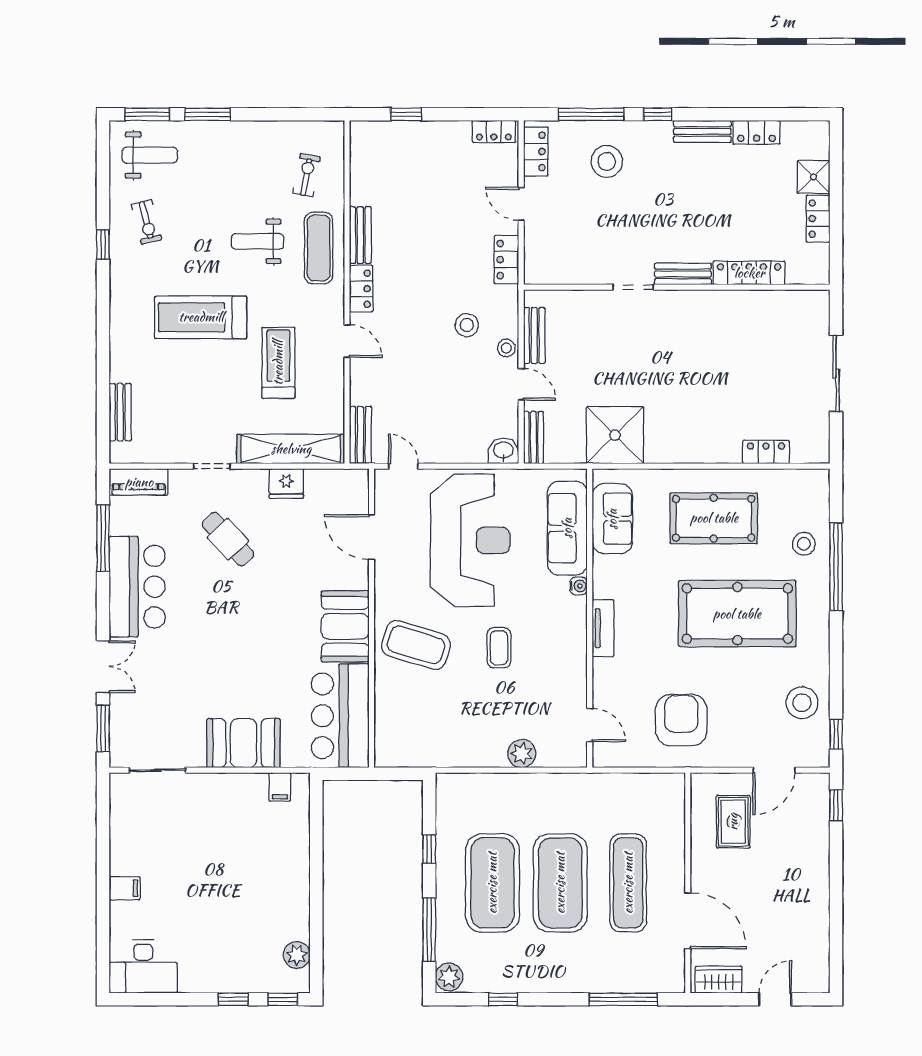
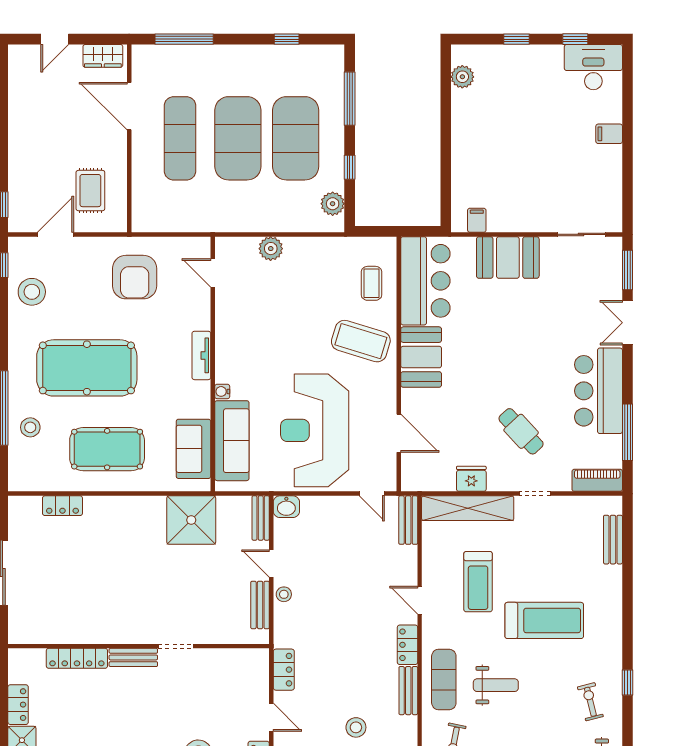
stool: (467, 325) -> (356, 727), moved
coffee table: (499, 648) -> (372, 283), moved
plant: (449, 977) -> (333, 204), moved
window: (283, 999) -> (575, 39), moved

